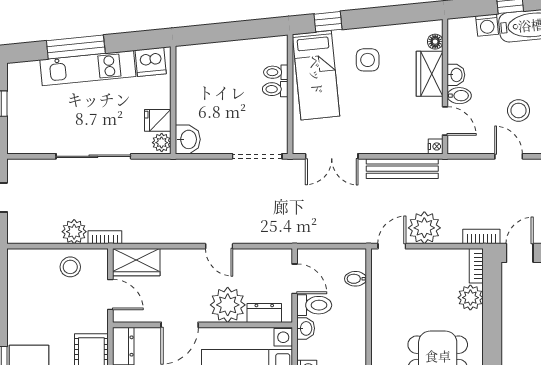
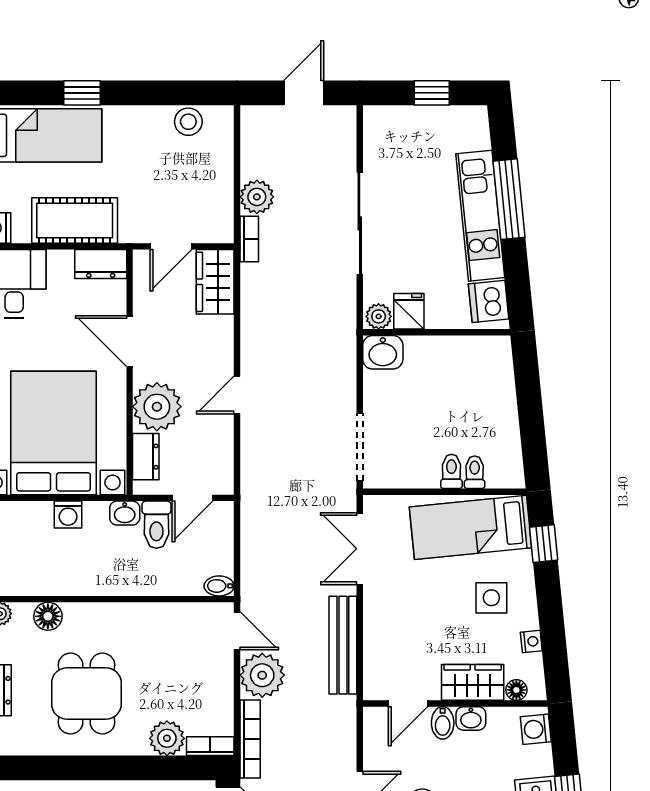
washing machine: (487, 25) -> (536, 729), moved
nightstand: (436, 146) -> (531, 641), moved, turned -96
bookcase: (481, 237) -> (250, 739), width x1.56
stool: (70, 267) -> (188, 122), moved
bidet: (356, 279) -> (219, 586), moved, turned -90

